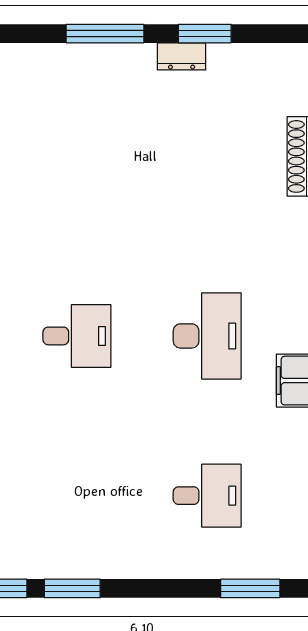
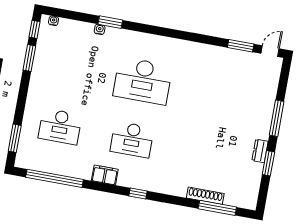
desk: (77, 336) -> (143, 81), width x1.87, depth x1.30
desk: (207, 496) -> (60, 126), width x1.37

